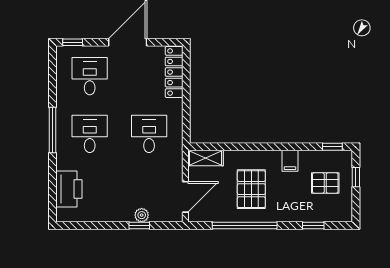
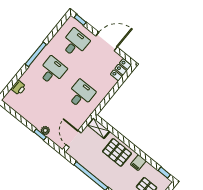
locker: (174, 72) -> (121, 70), width x0.66
printer: (69, 189) -> (18, 88), width x0.53, depth x0.68
pallet: (251, 189) -> (117, 152), moved, turned 90
door: (185, 197) -> (74, 139), swing flipped

